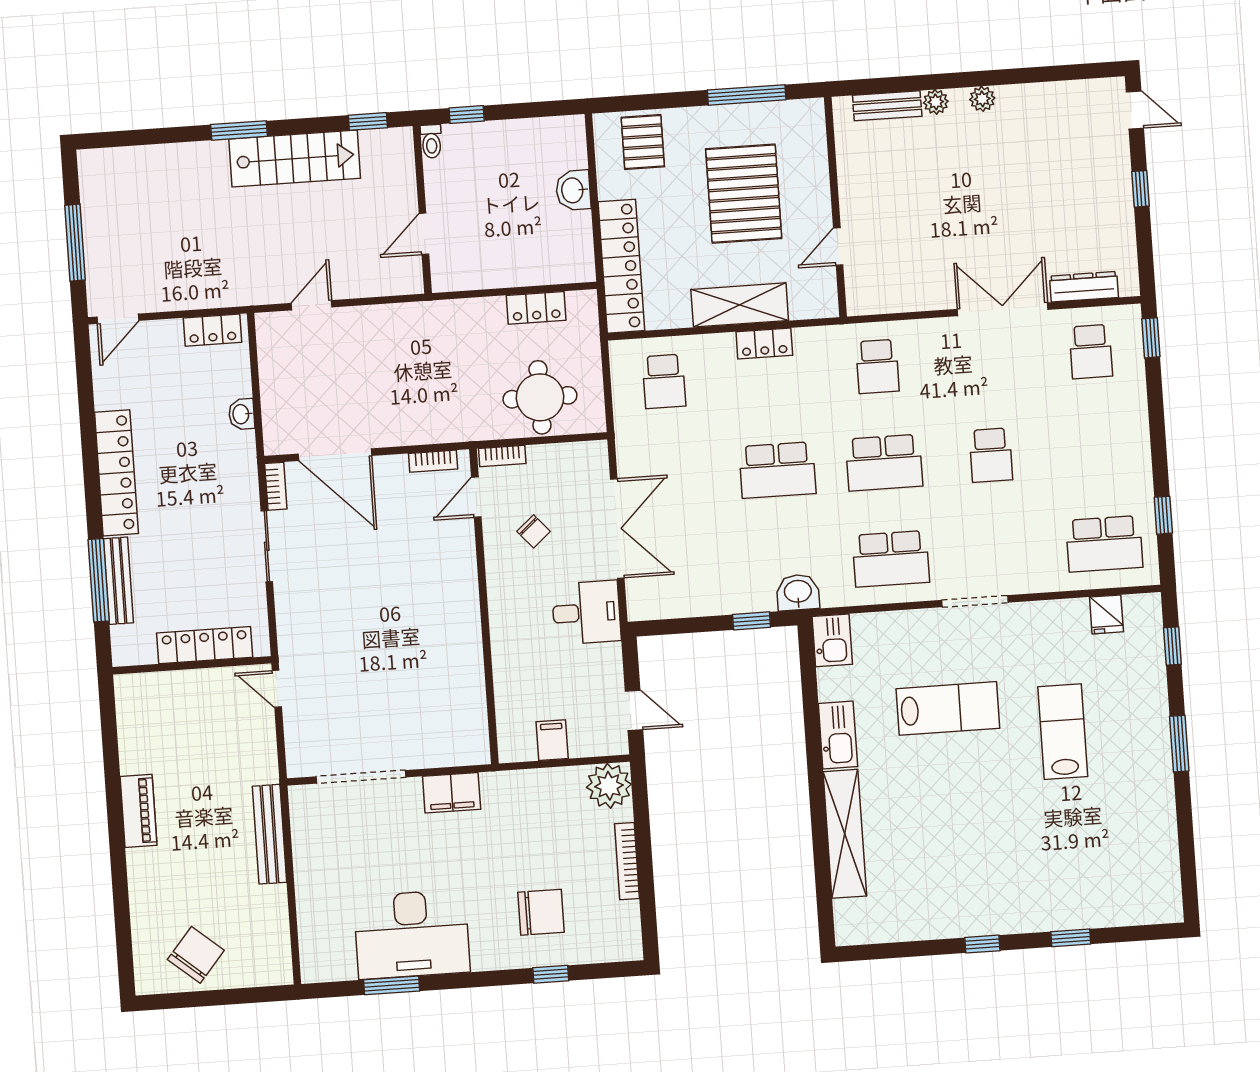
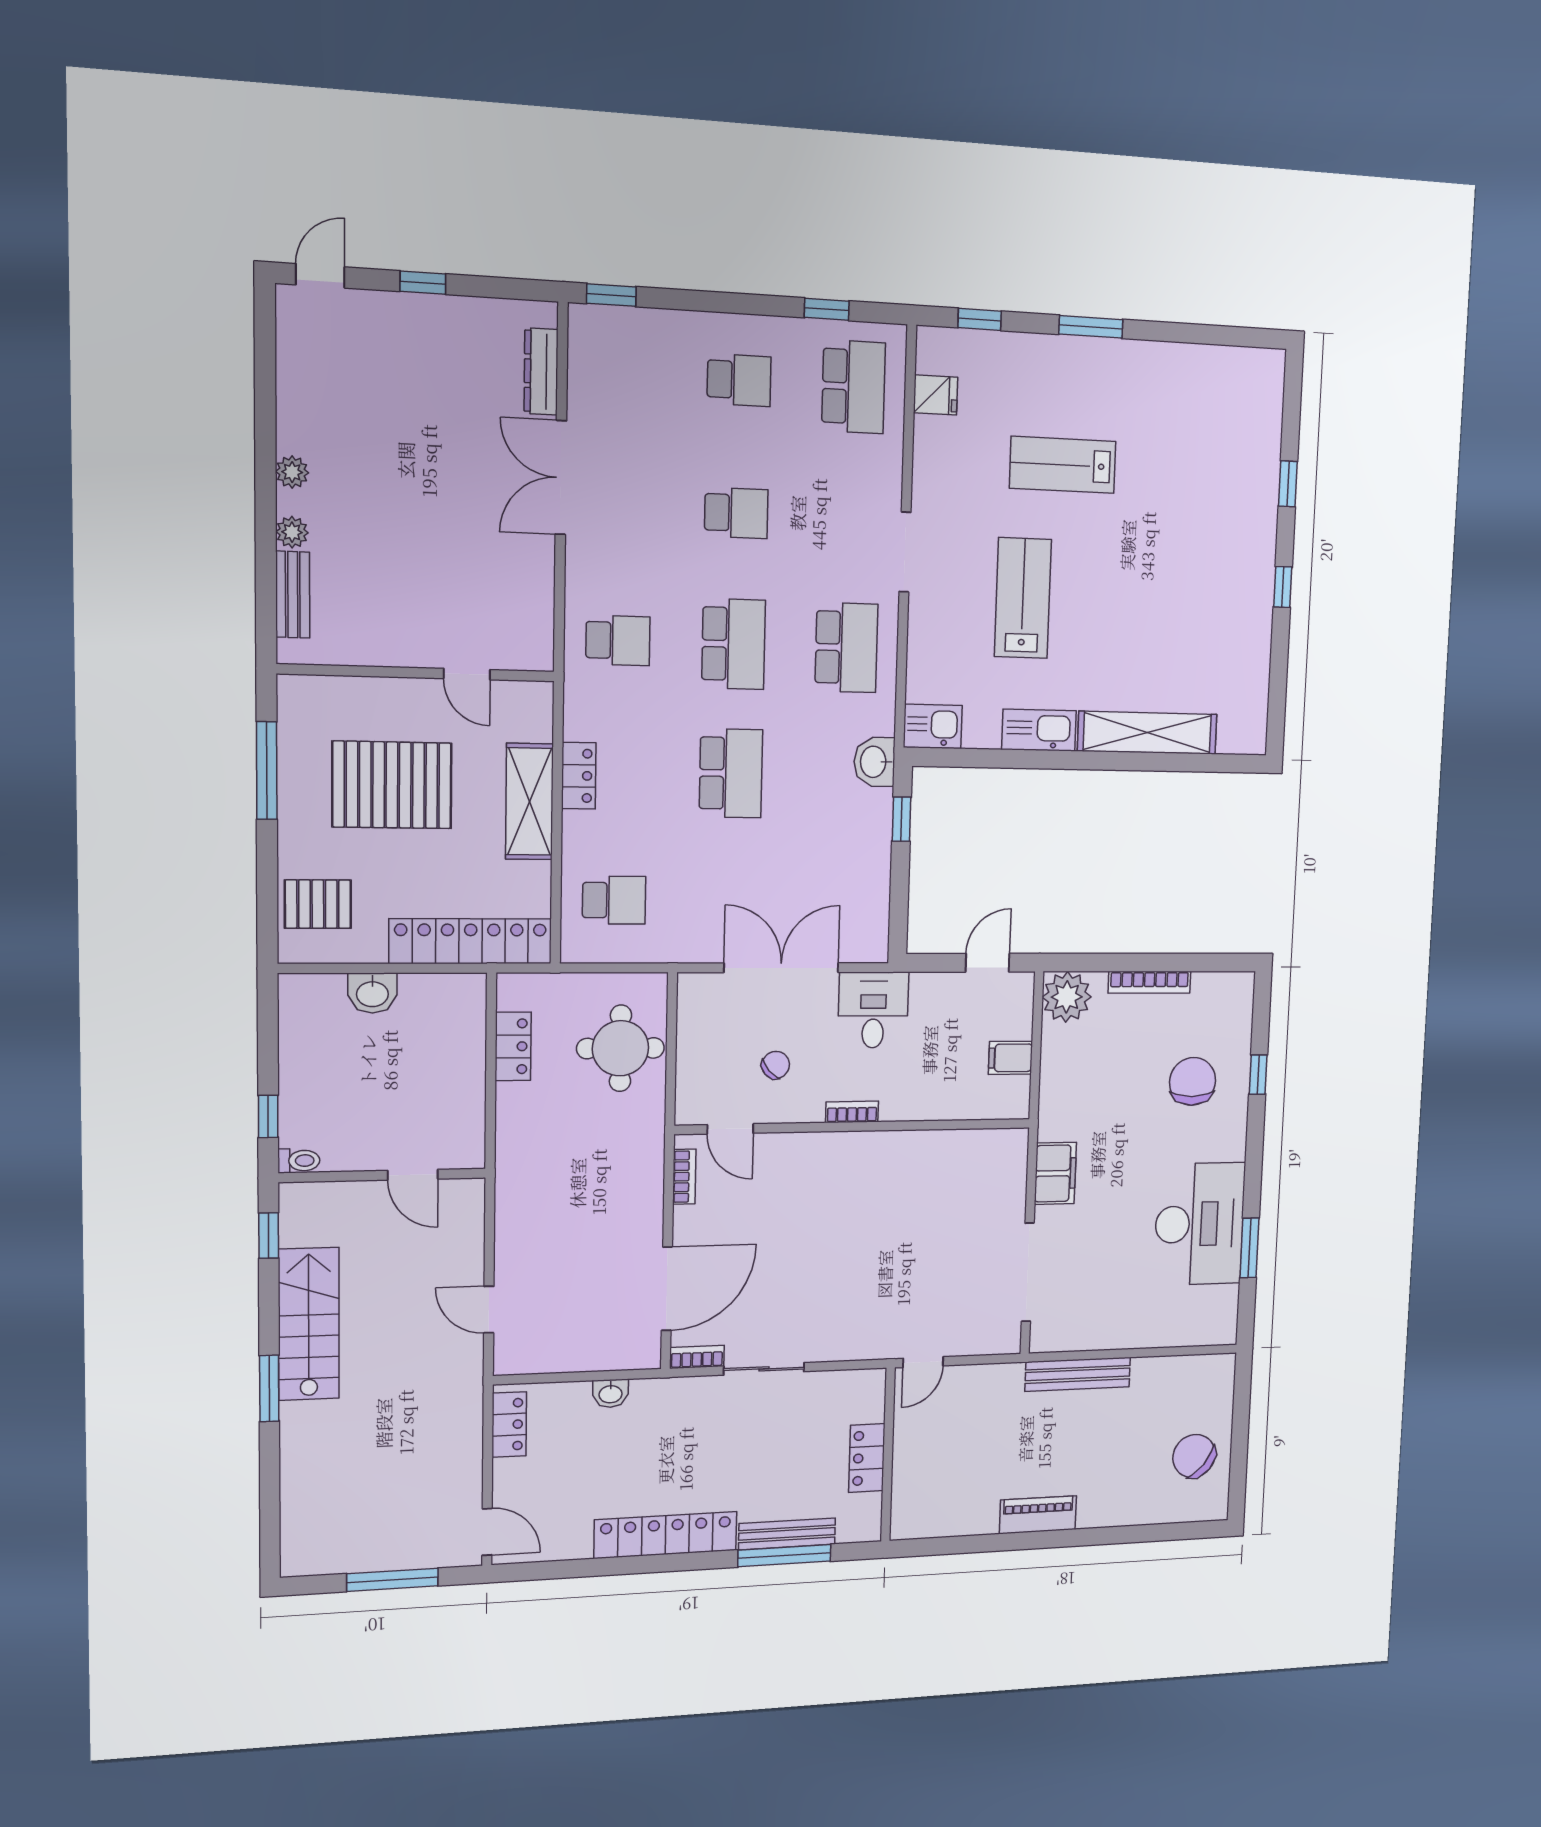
school desk: (1091, 352) -> (739, 380), moved
bookcase: (502, 456) -> (852, 1112), moved, turned -90
locker: (205, 645) -> (867, 1458), width x0.66

